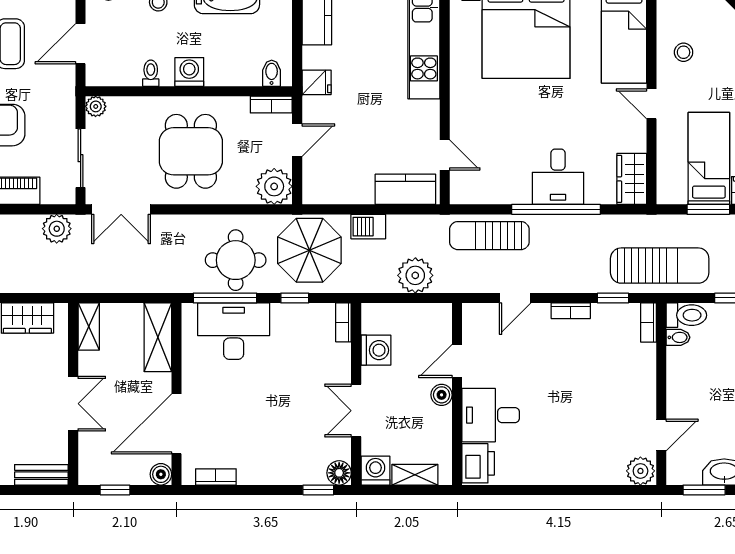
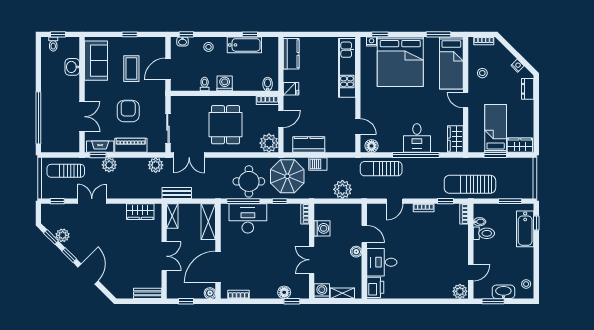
plant: (96, 106) -> (176, 101), removed
kitchen counter: (405, 189) -> (309, 145), moved
floor lamp: (471, 192) -> (372, 146), added
sun lounger: (660, 266) -> (470, 184), turned 180
bench: (97, 282) -> (177, 193), added
toilet: (686, 315) -> (484, 233), moved
door: (457, 361) -> (364, 234), swing flipped
floor lamp: (339, 473) -> (284, 292), moved

